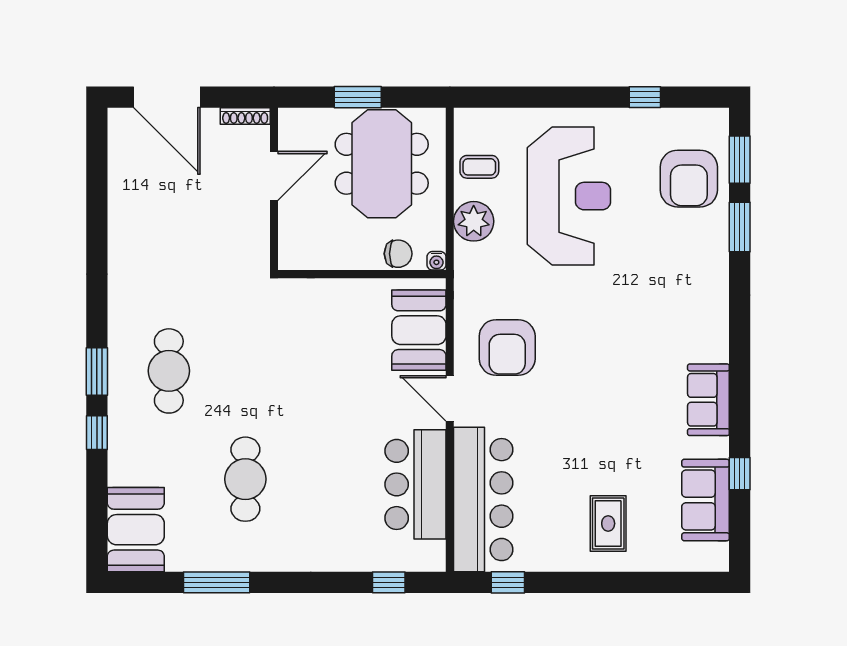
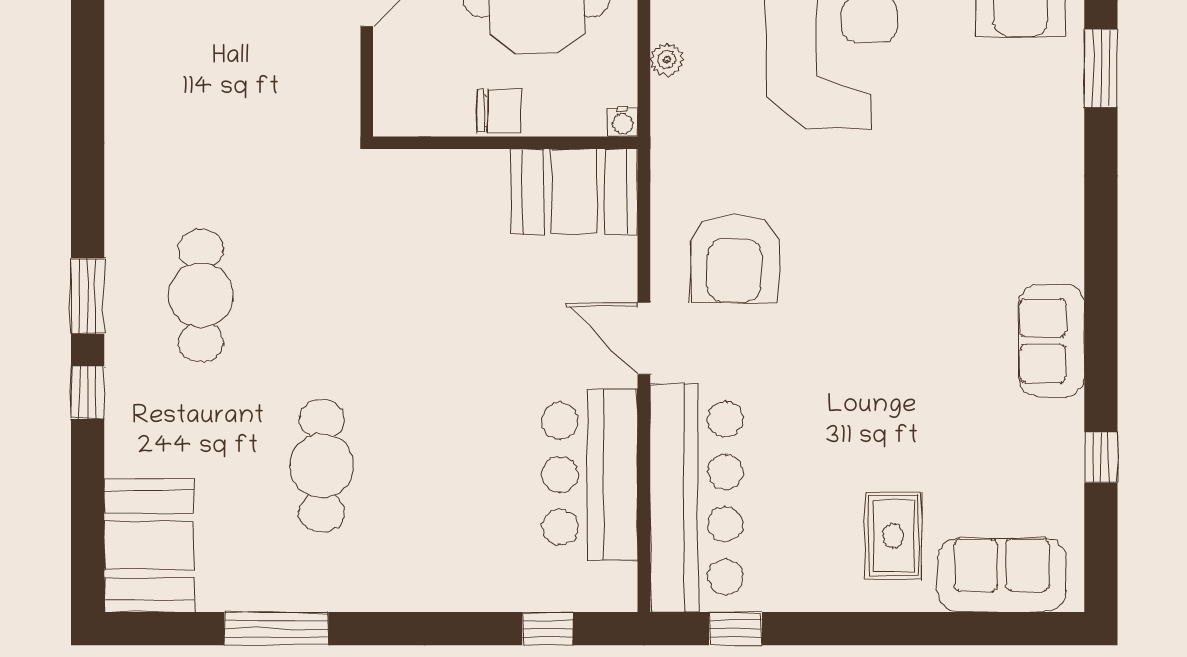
plant: (474, 221) -> (667, 59), width x0.53, depth x0.53
chair: (398, 254) -> (499, 111), moved
booth: (419, 330) -> (574, 191), moved, turned 90
sofa: (706, 500) -> (1002, 575), moved, turned 90

